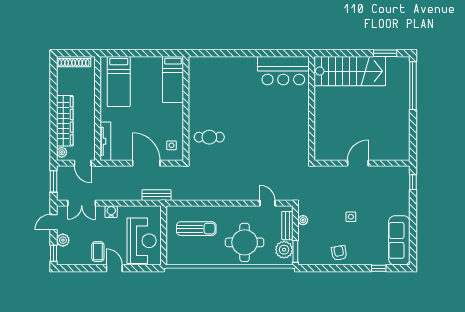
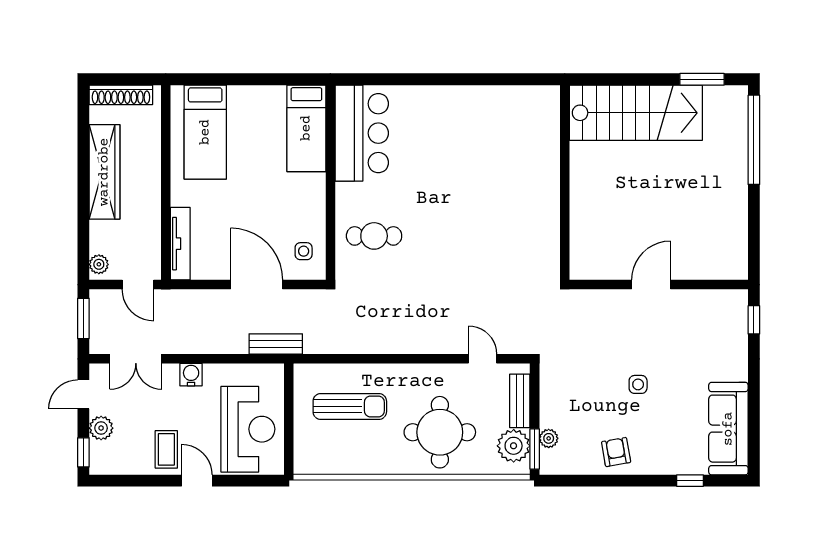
bar counter: (283, 71) -> (362, 133), moved, turned -90
wardrobe: (65, 121) -> (104, 172), moved
plant: (303, 220) -> (549, 438), moved

